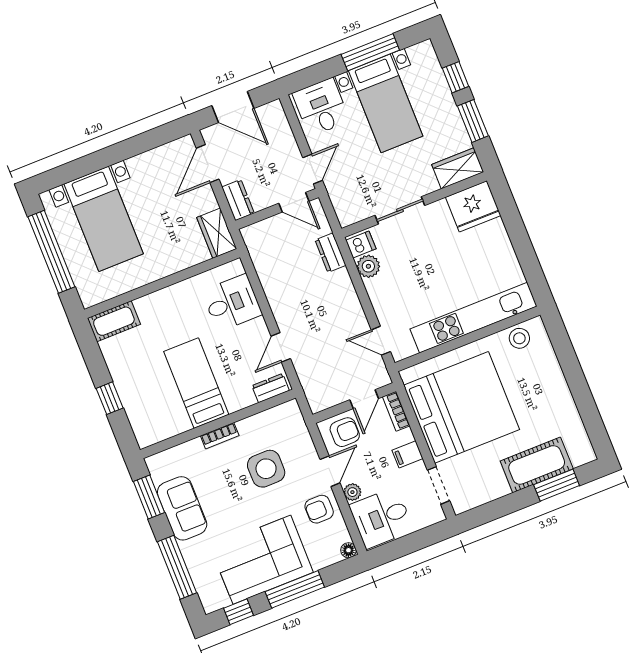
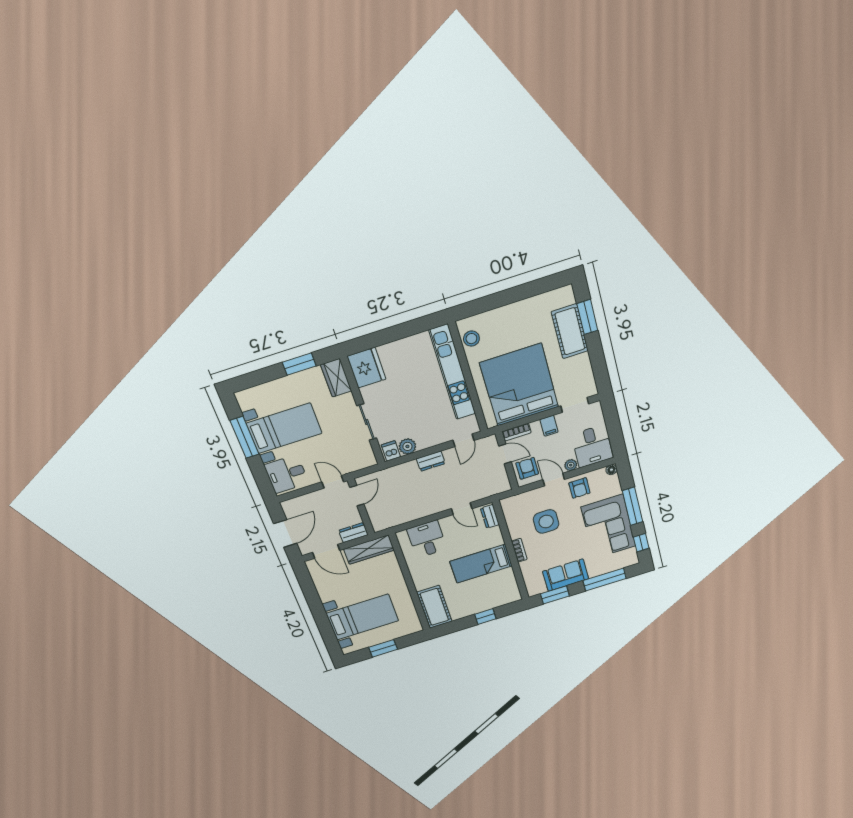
window: (455, 77) -> (264, 375), removed
wardrobe: (217, 233) -> (369, 550), width x1.50
window: (51, 252) -> (383, 648), width x0.47
dresser: (330, 253) -> (431, 461), moved
cot: (114, 321) -> (434, 607), width x1.37, depth x1.34

